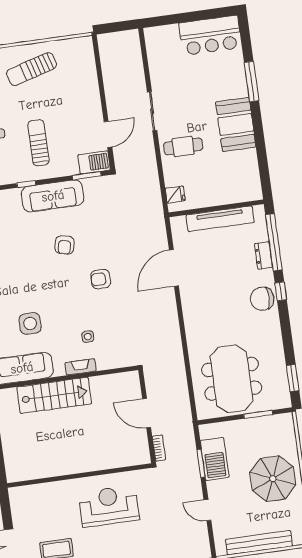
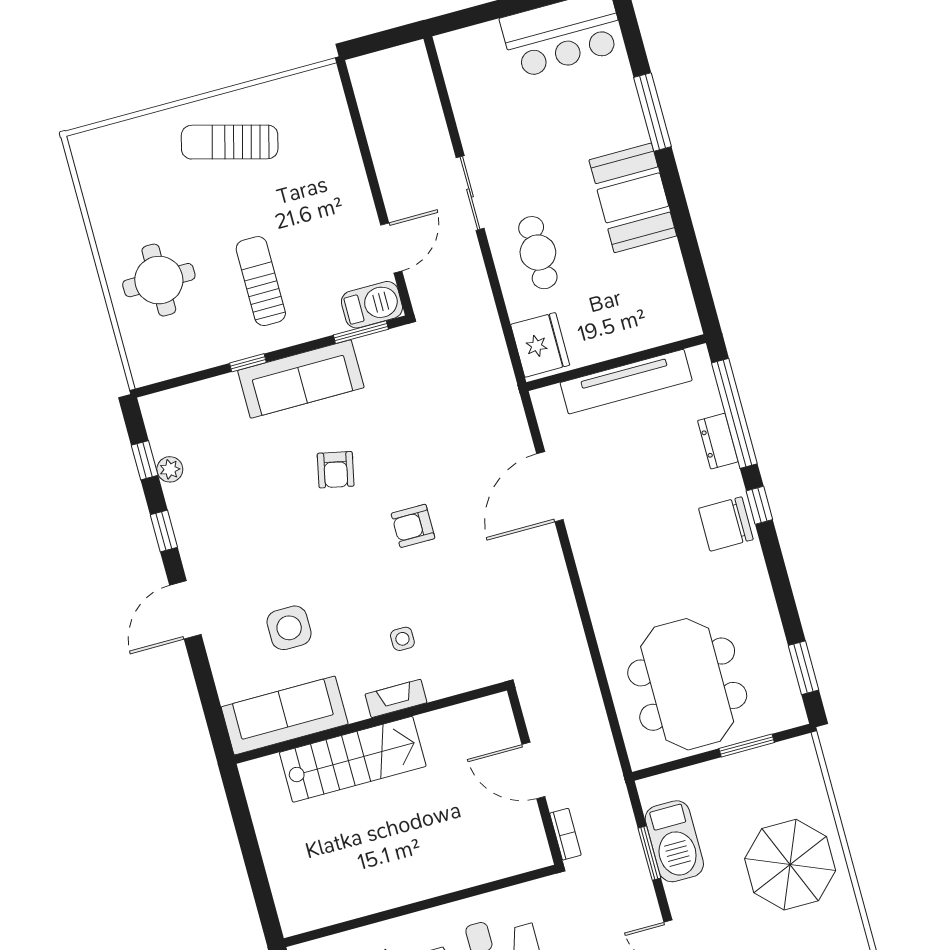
sun lounger: (32, 69) -> (230, 142), turned 31
cafe table: (183, 146) -> (538, 253), turned 90
fridge: (175, 195) -> (540, 345), width x1.88, depth x1.34

